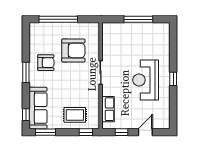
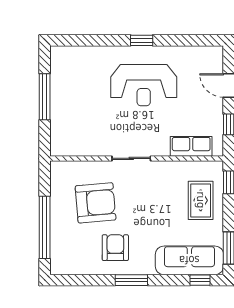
armchair: (73, 50) -> (96, 203), turned 85

